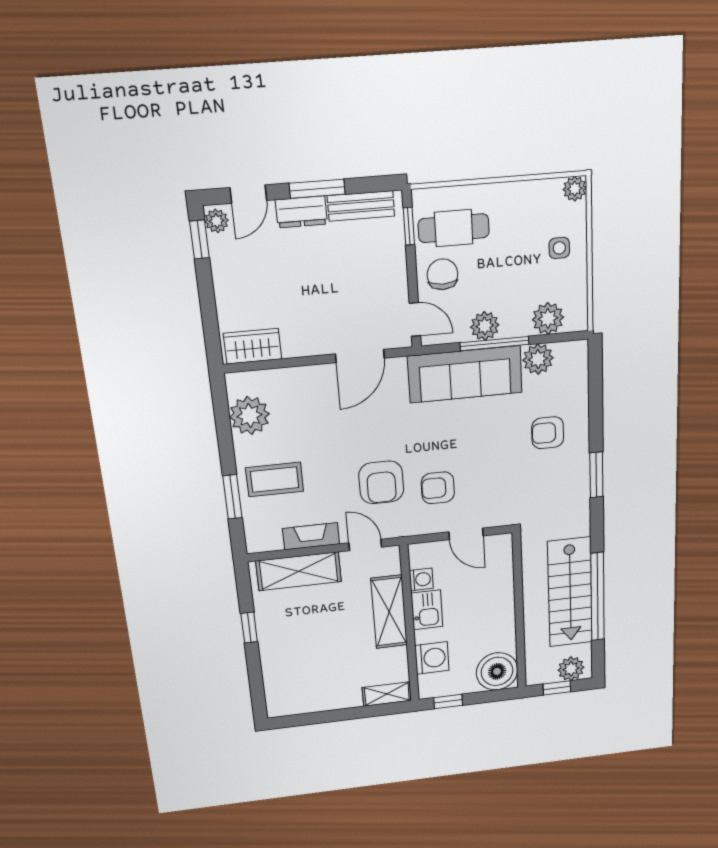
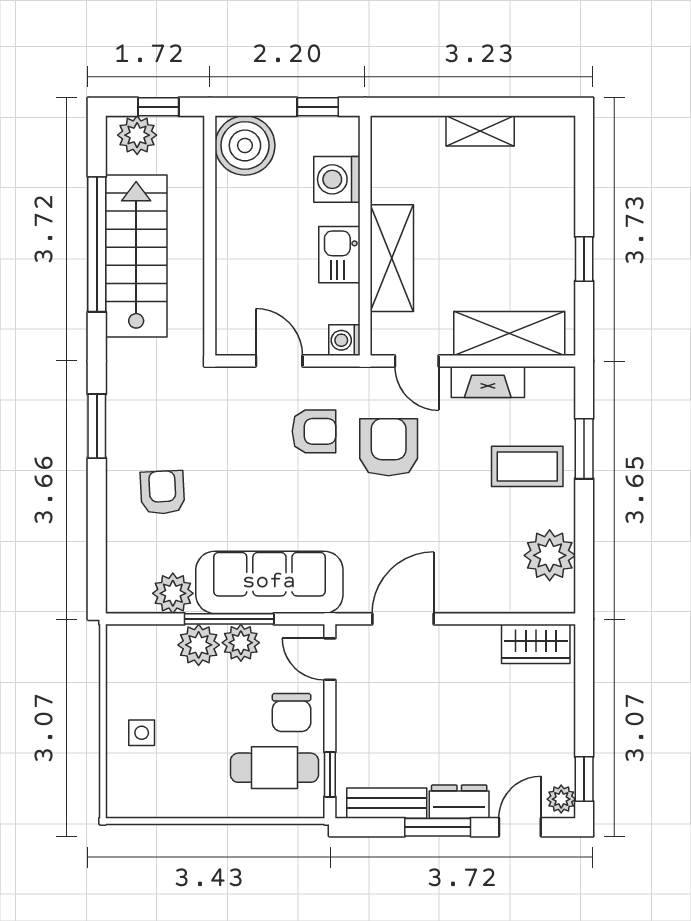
plant: (575, 189) -> (121, 803), removed
plant: (548, 319) -> (199, 645), moved
armchair: (548, 433) -> (162, 492), turned -93
washing machine: (421, 579) -> (344, 340), moved
shelving: (387, 694) -> (480, 131), moved

